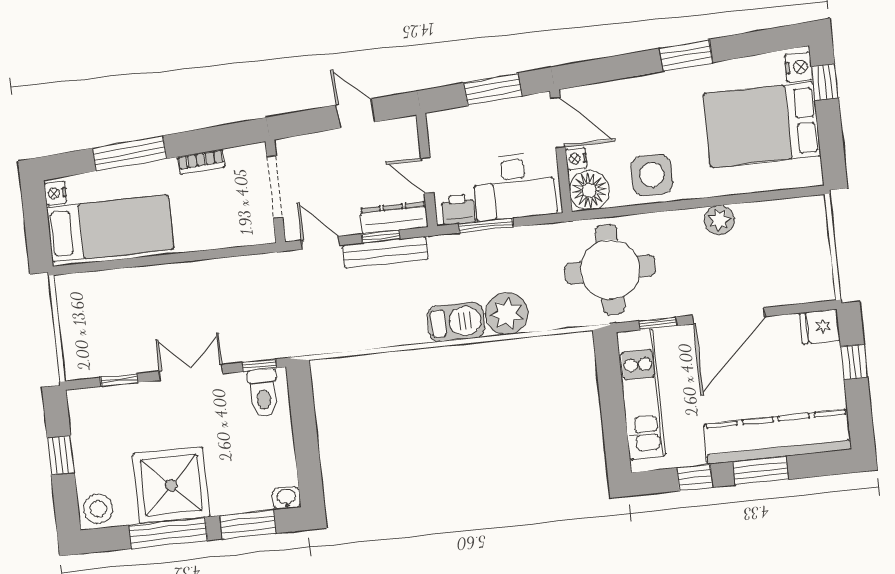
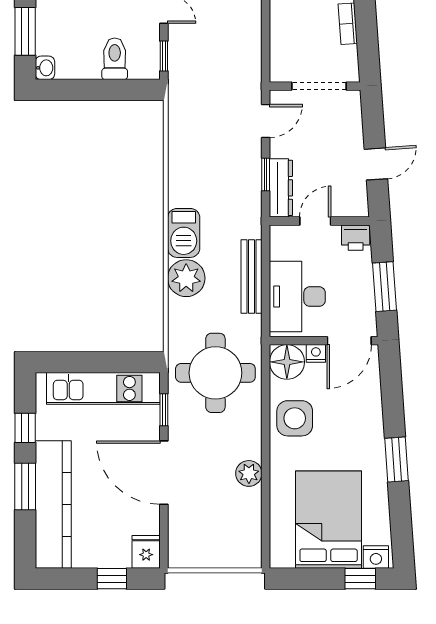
printer: (458, 209) -> (356, 238), moved, turned 90
window: (486, 225) -> (266, 268), removed
bench: (385, 252) -> (252, 276), moved
toilet: (263, 393) -> (115, 59), moved, turned 90

